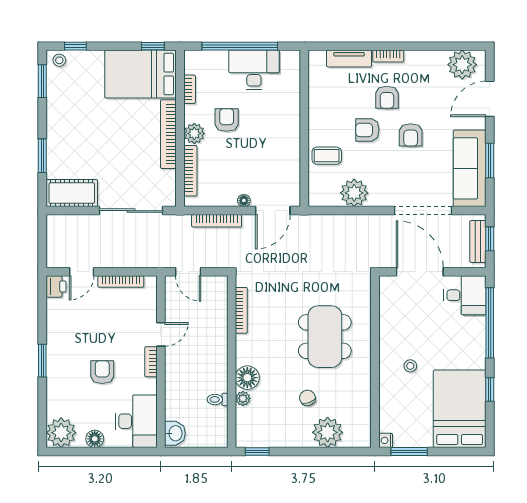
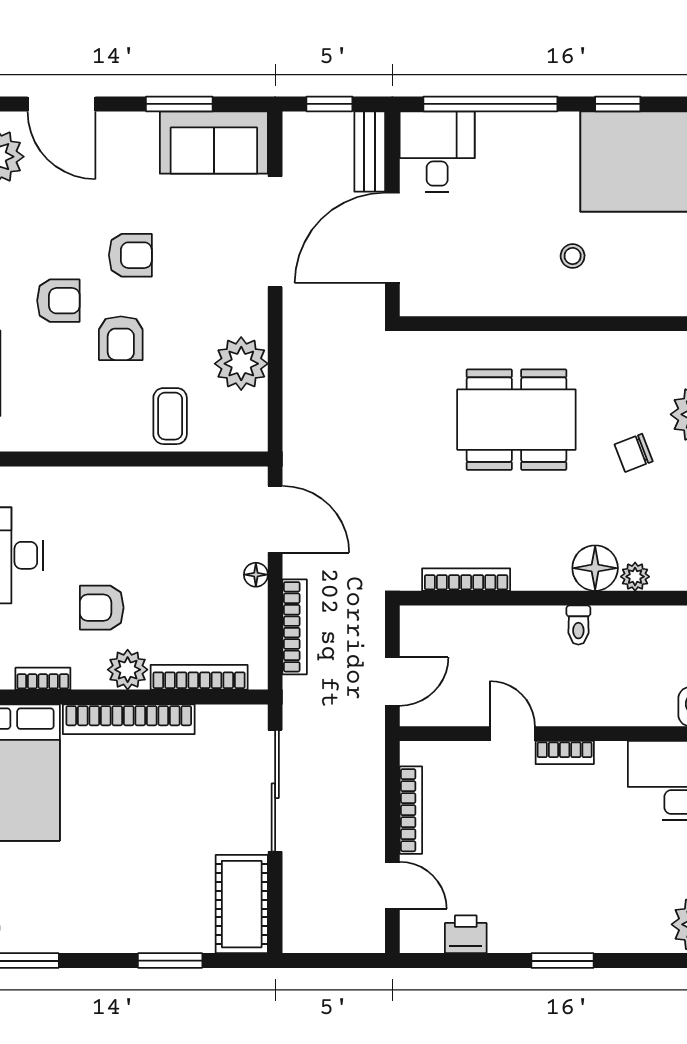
sofa: (470, 168) -> (214, 142), width x0.73
bench: (478, 242) -> (370, 151), moved, turned 90
printer: (56, 286) -> (466, 934), moved
armchair: (102, 372) -> (585, 846), removed
toilet: (218, 399) -> (578, 625), moved

